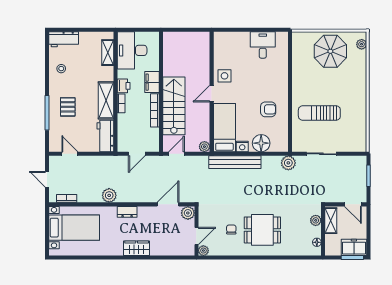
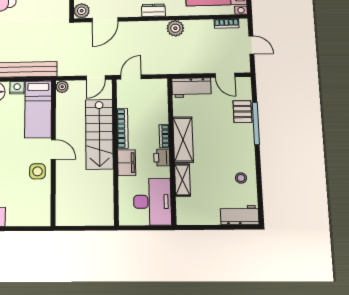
shelving: (108, 53) -> (182, 180), moved
door: (212, 94) -> (53, 149), hinge flipped
pallet: (68, 107) -> (242, 112), moved
workbench: (105, 136) -> (191, 88), moved, turned 90
door: (137, 154) -> (131, 77), moved

